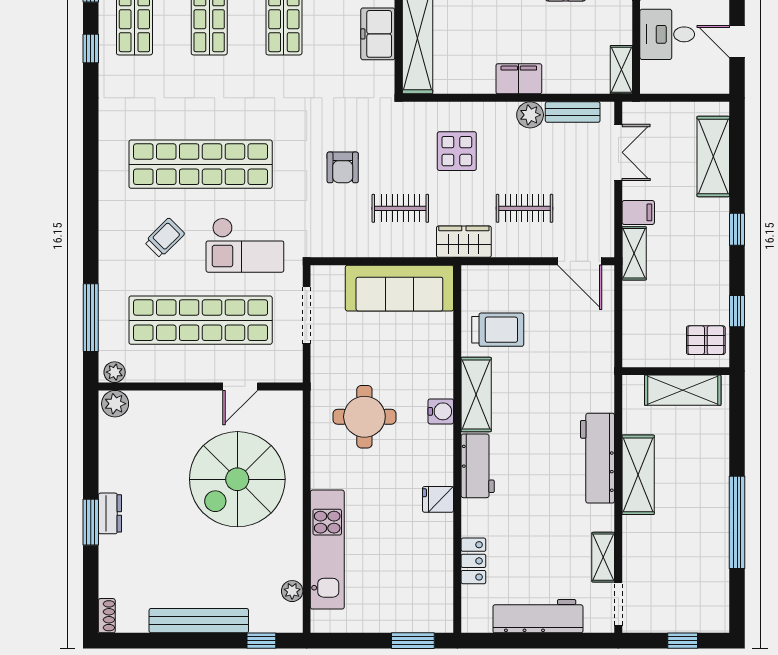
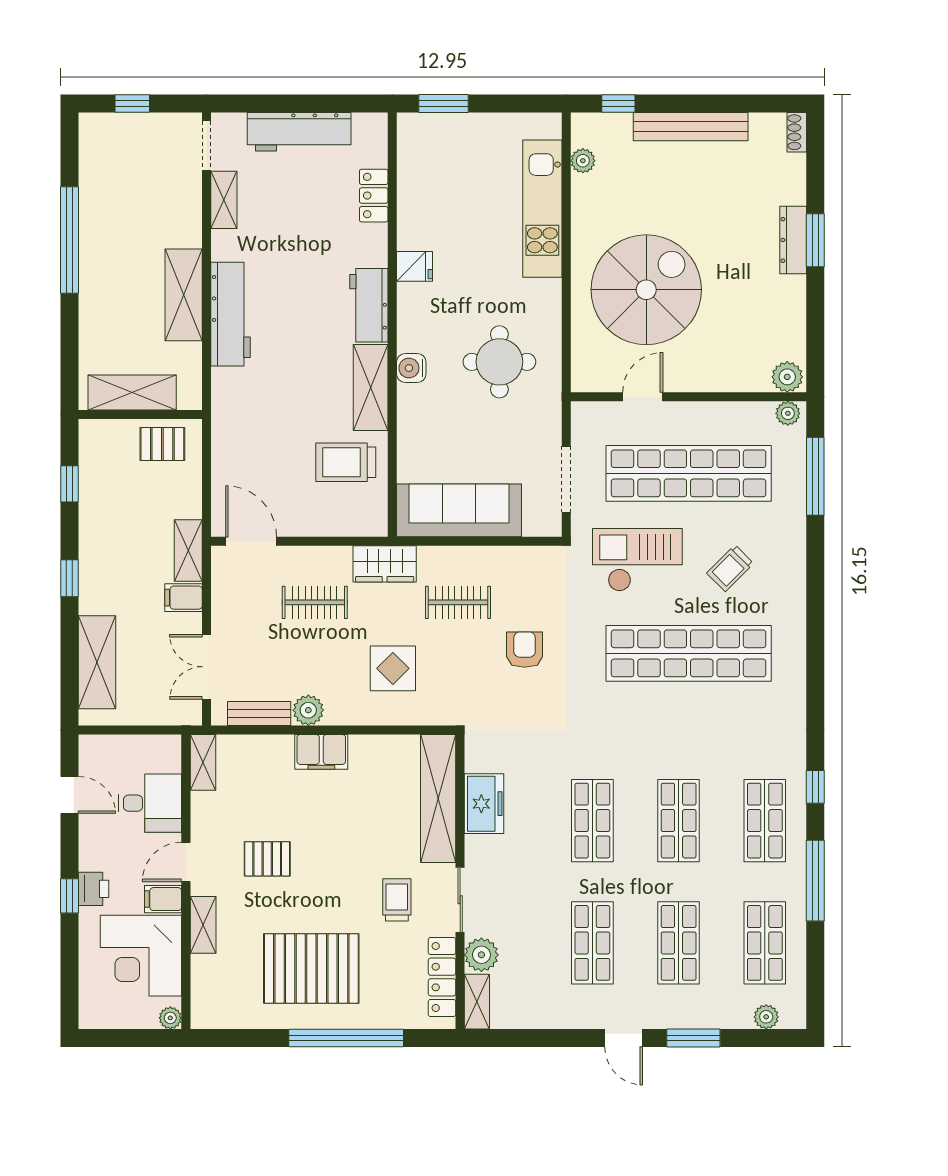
pallet: (706, 340) -> (162, 444), moved
dresser: (110, 513) -> (793, 240), width x1.44

